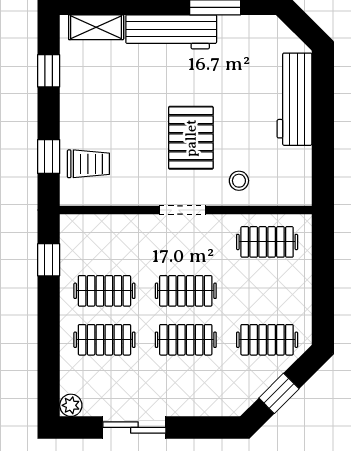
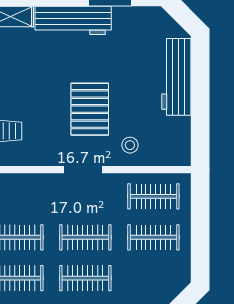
clothes rail: (267, 340) -> (153, 237), moved

